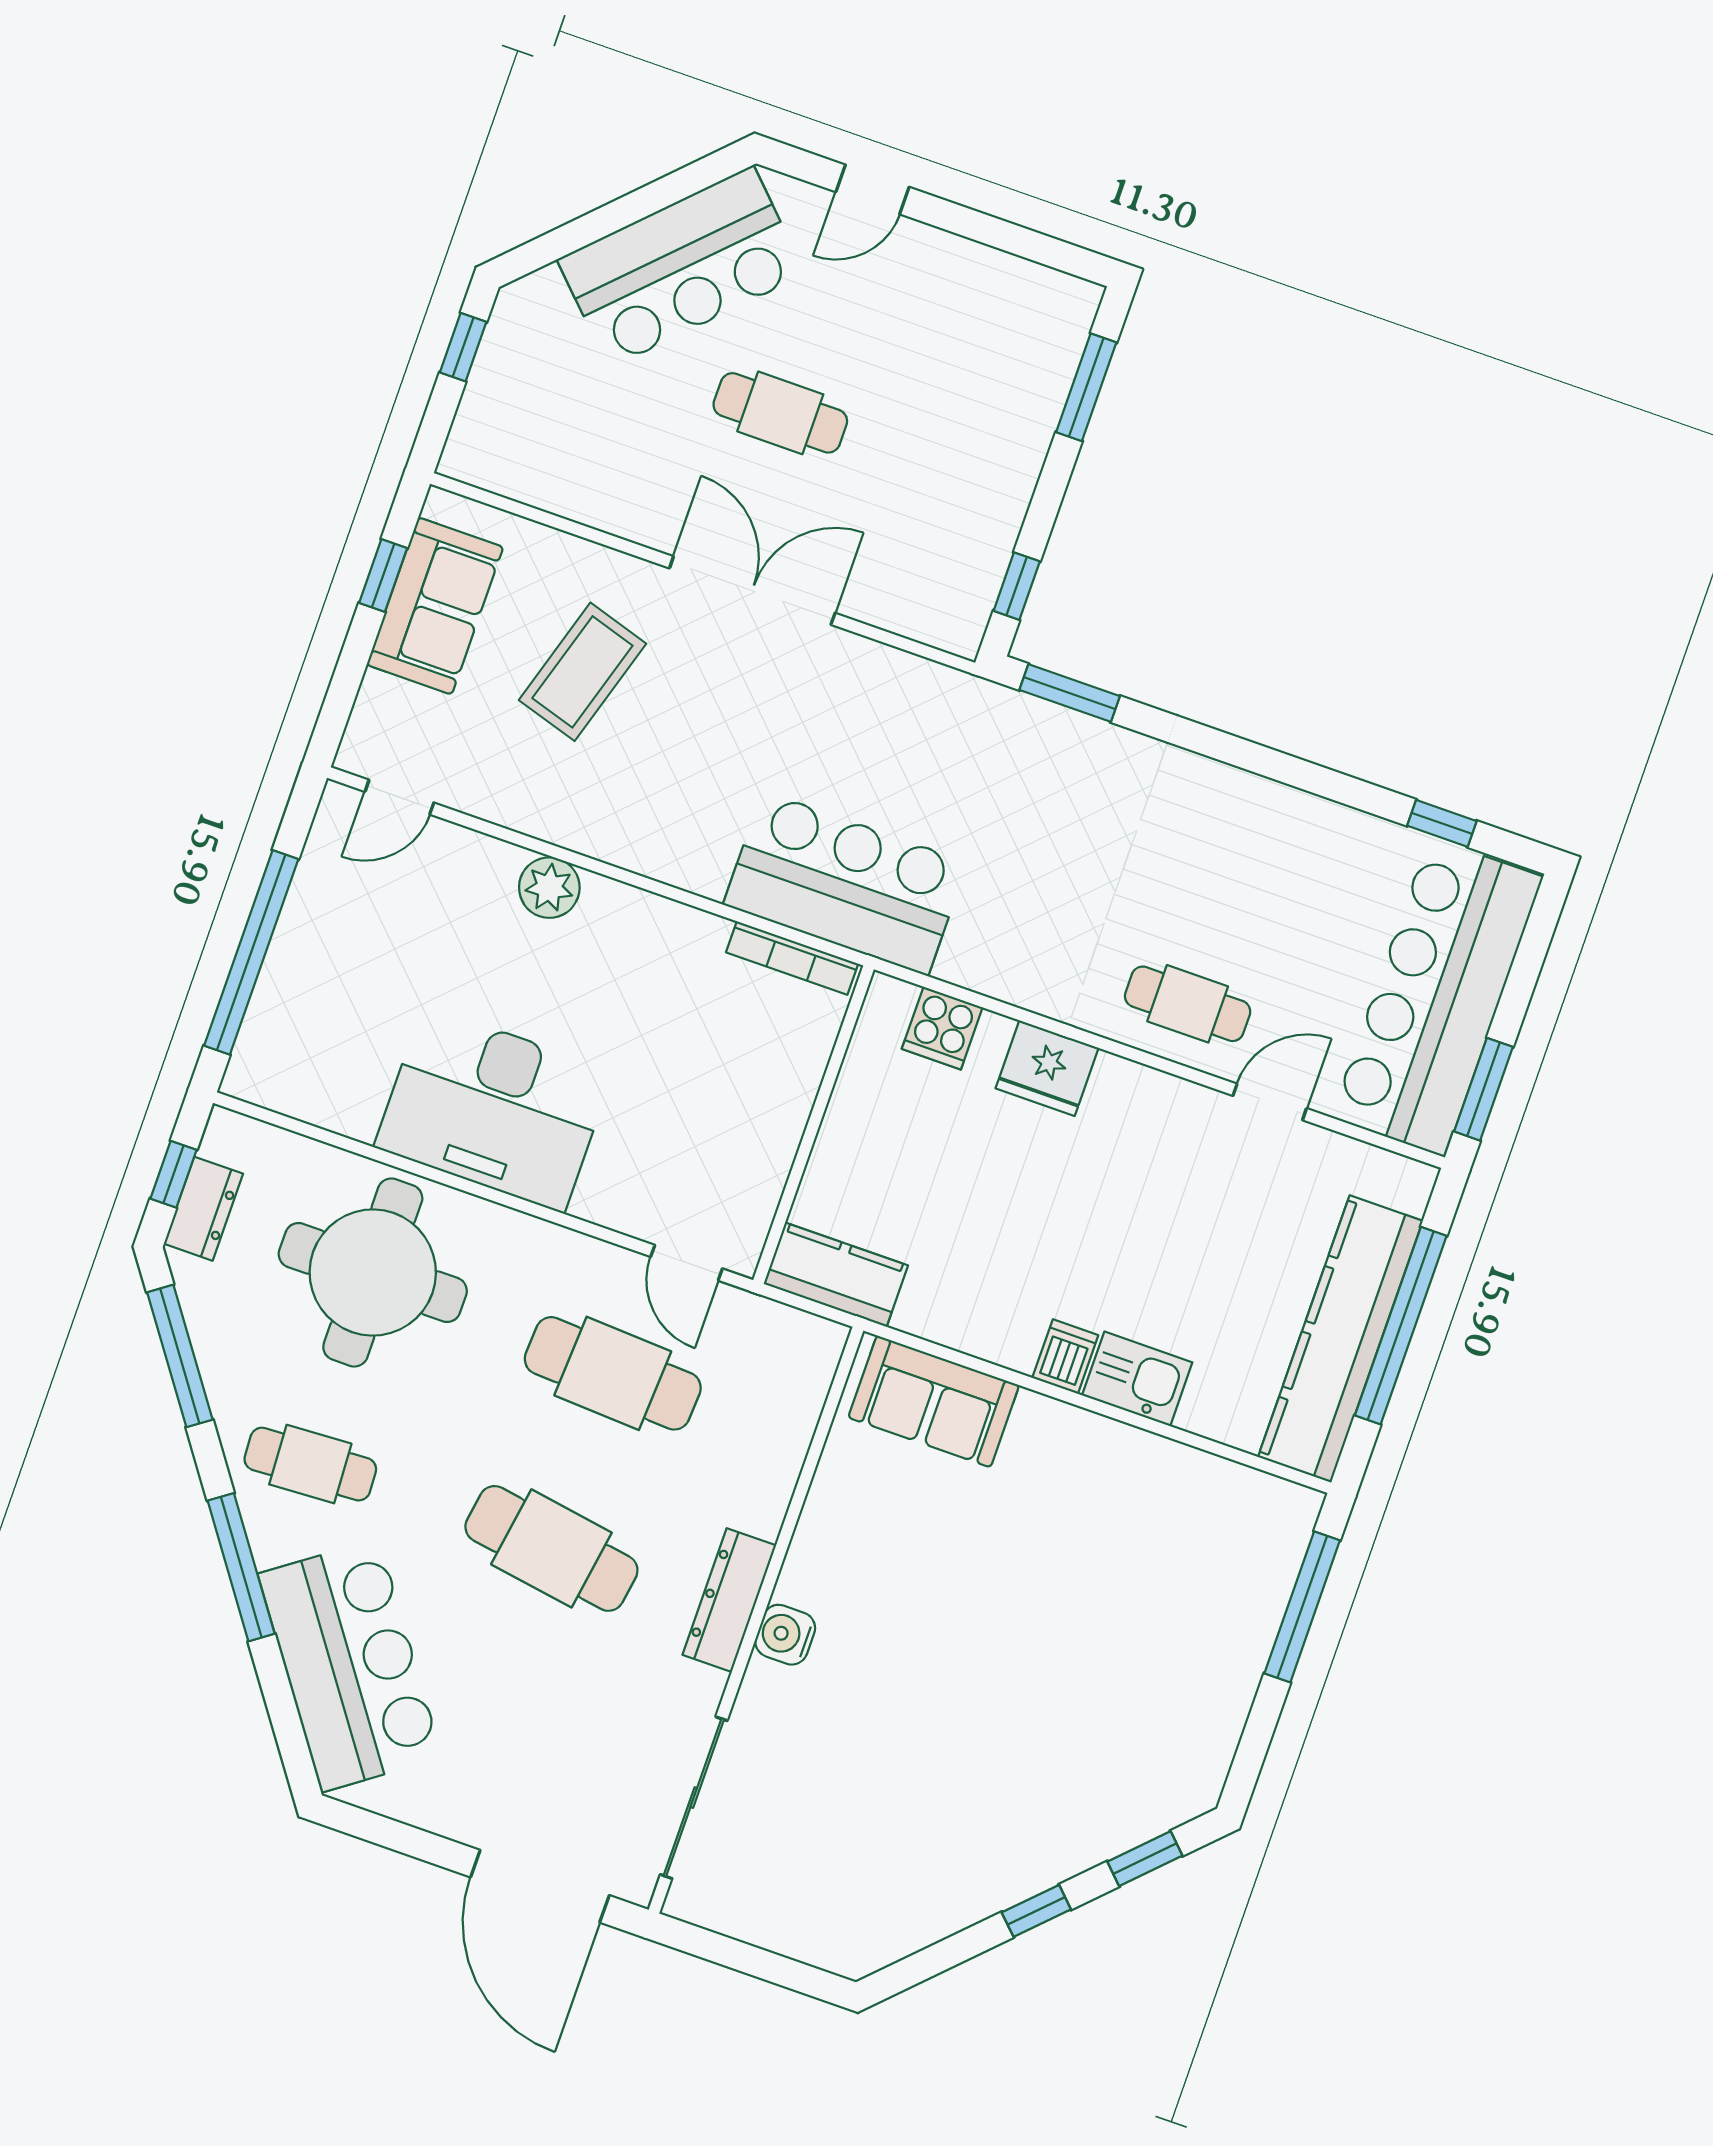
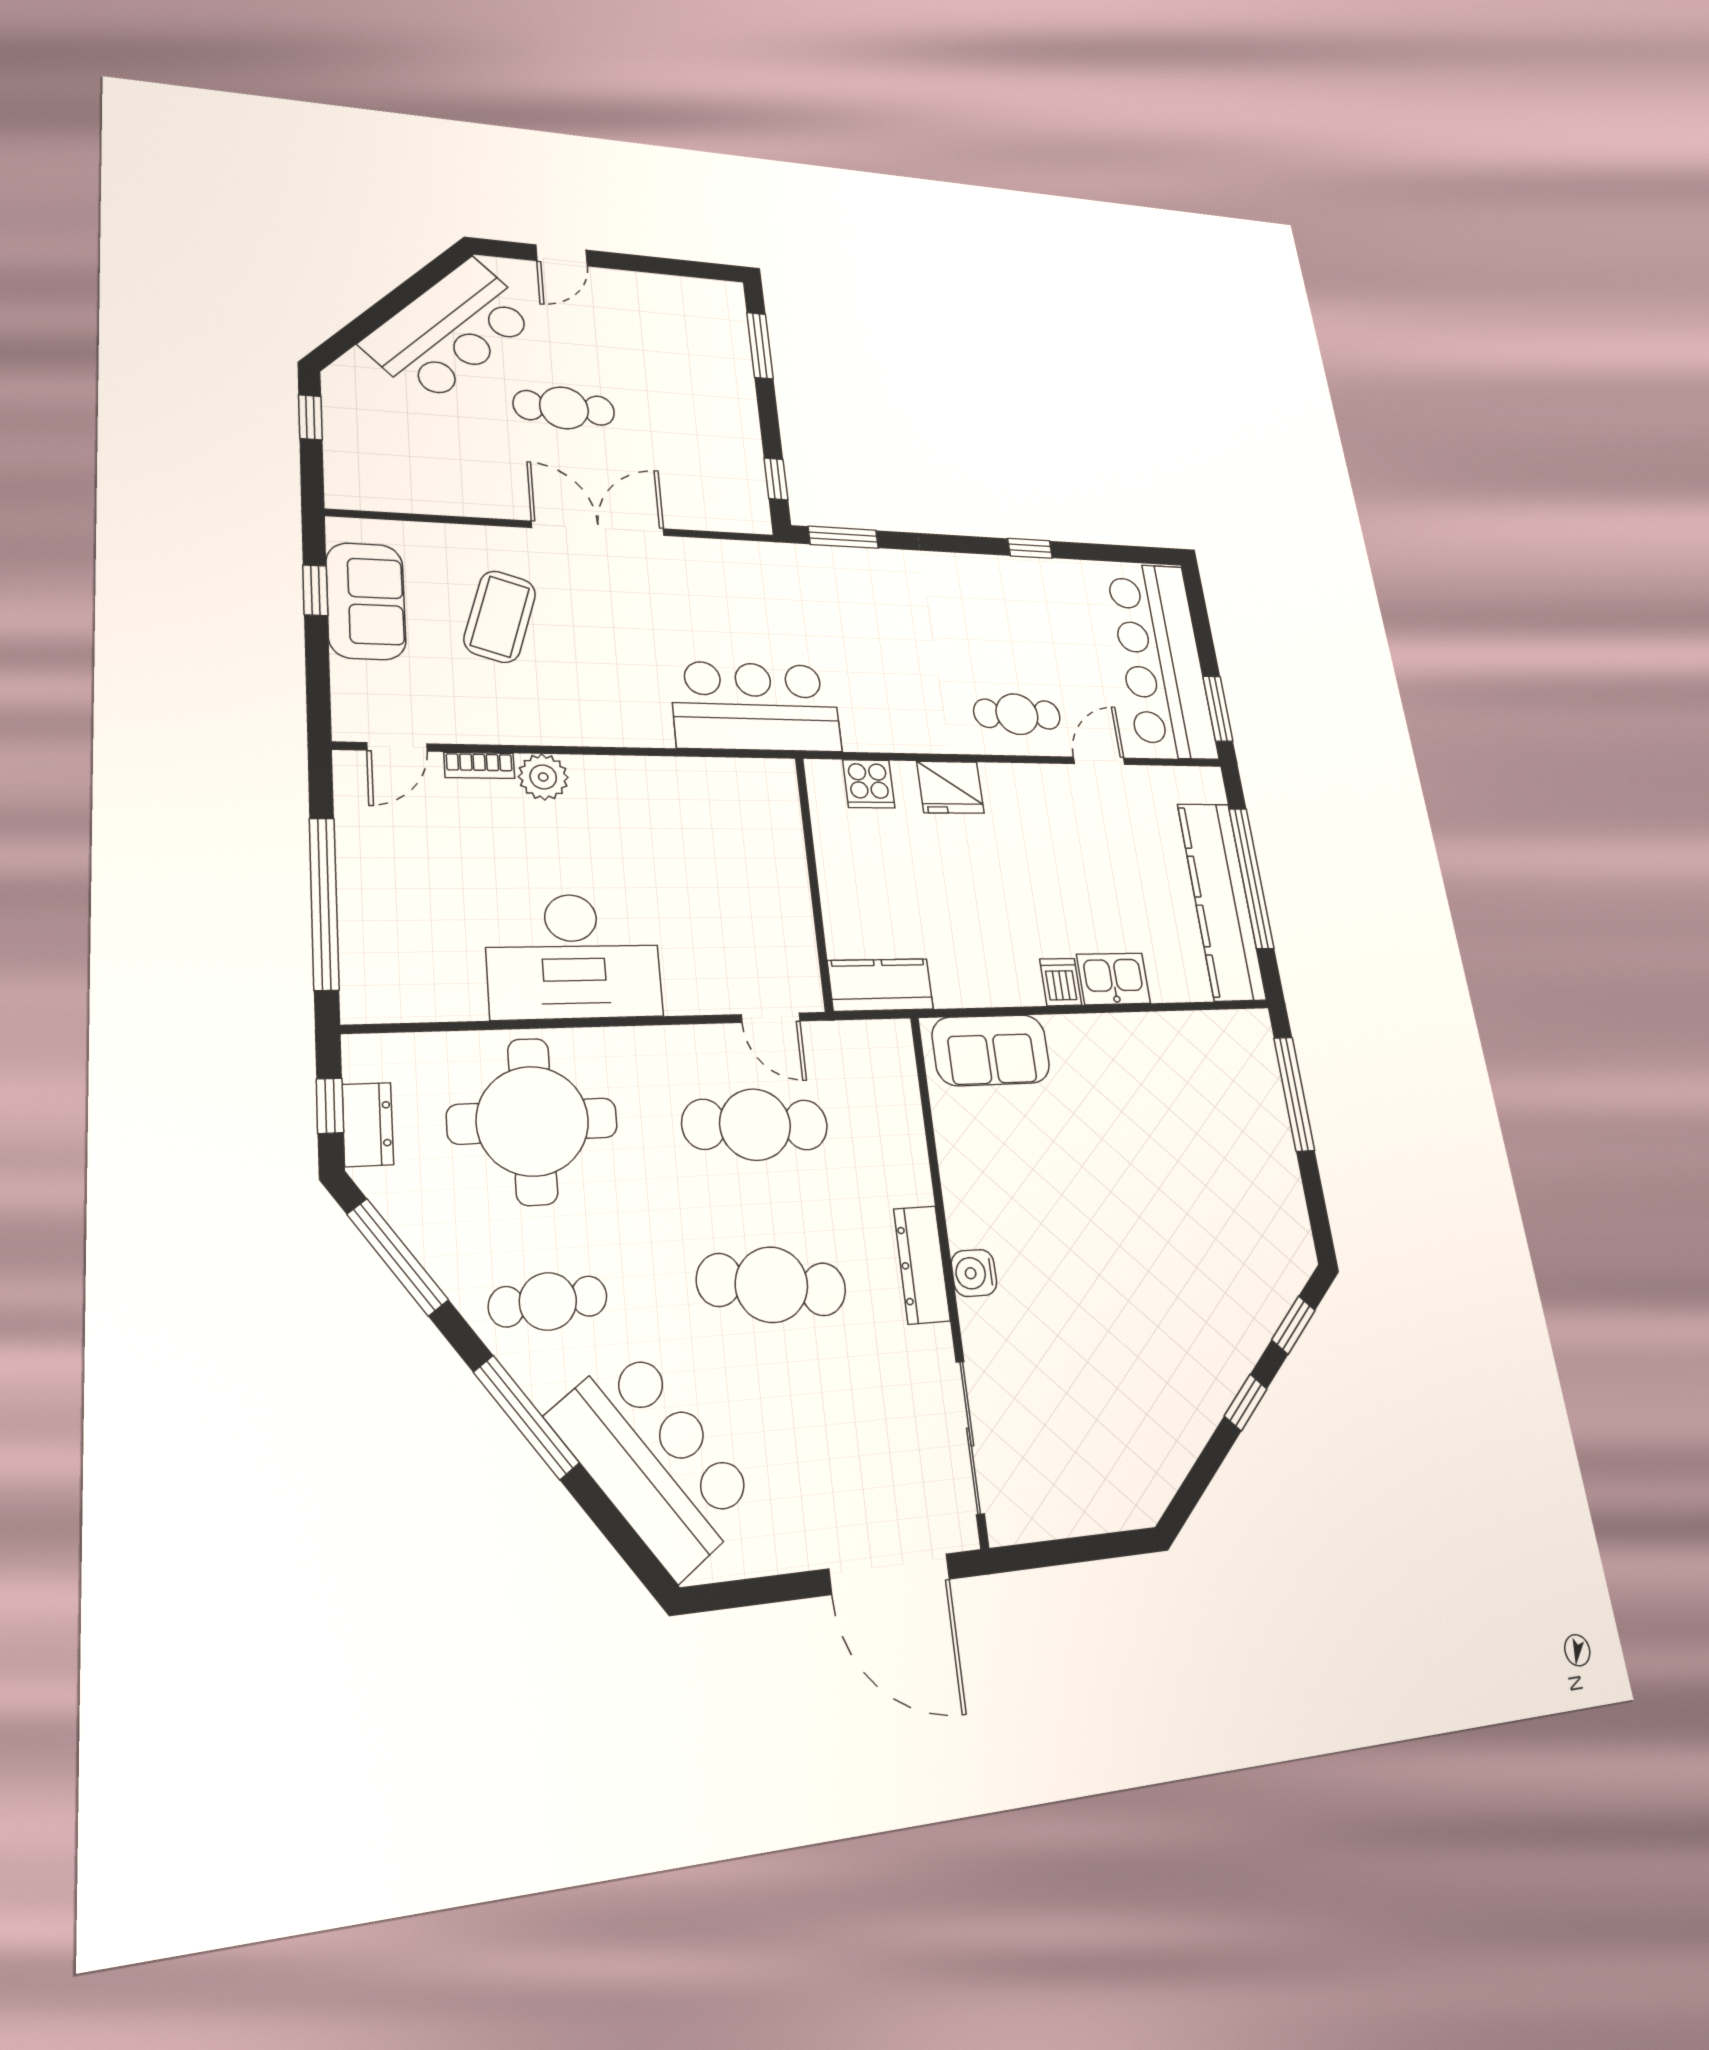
window: (1442, 823) -> (1030, 548), moved
bookcase: (792, 958) -> (479, 765), moved, width x0.64

